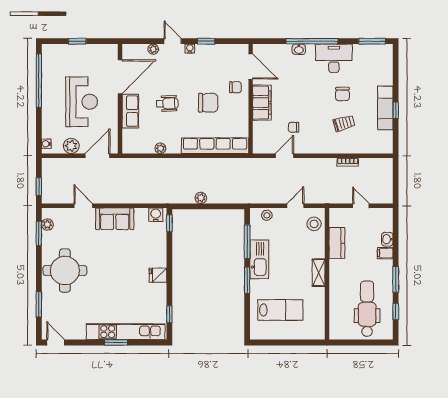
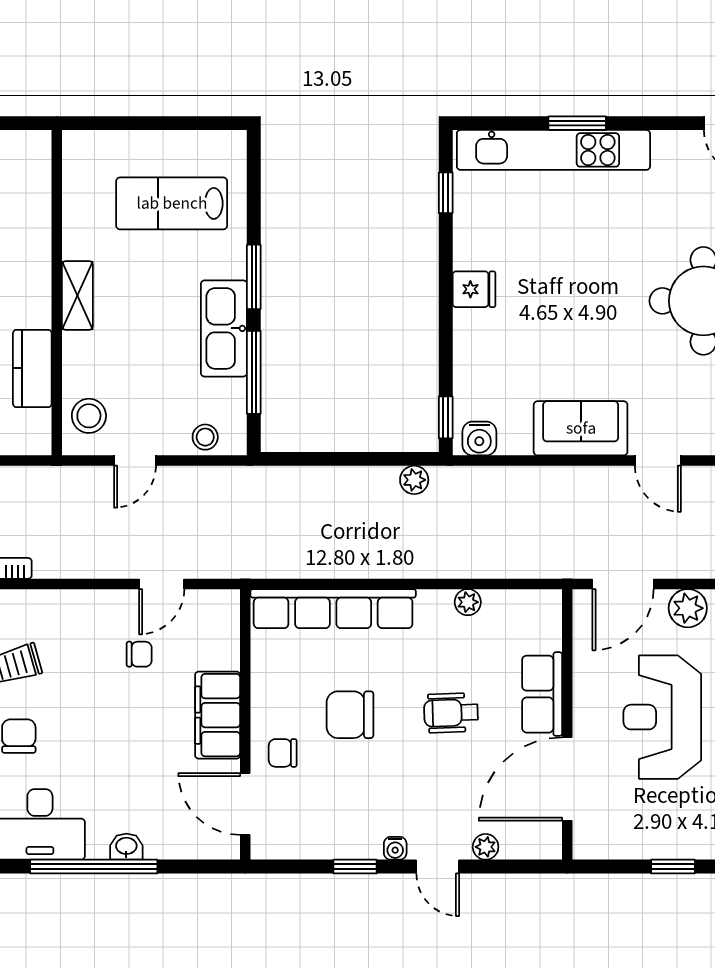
plant: (201, 198) -> (414, 480), moved

